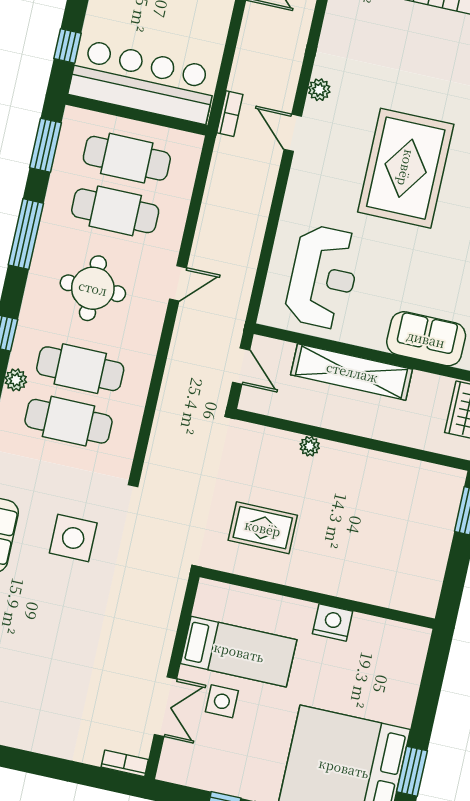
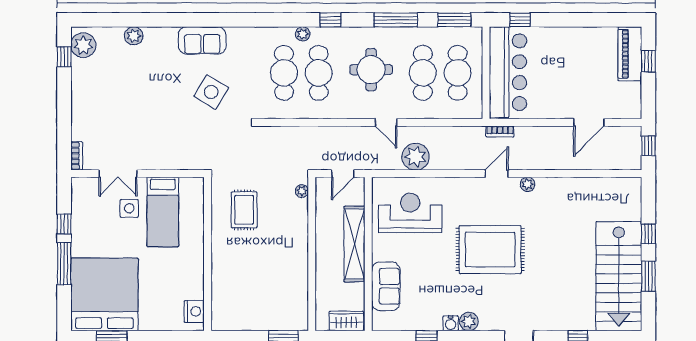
plant: (240, 250) -> (416, 157), added
reception desk: (323, 277) -> (410, 213), turned 180
plant: (310, 446) -> (302, 191), moved
side table: (73, 538) -> (211, 92), turned 31
nightstand: (333, 622) -> (194, 311), moved

